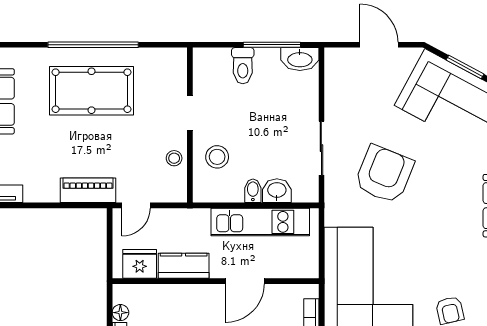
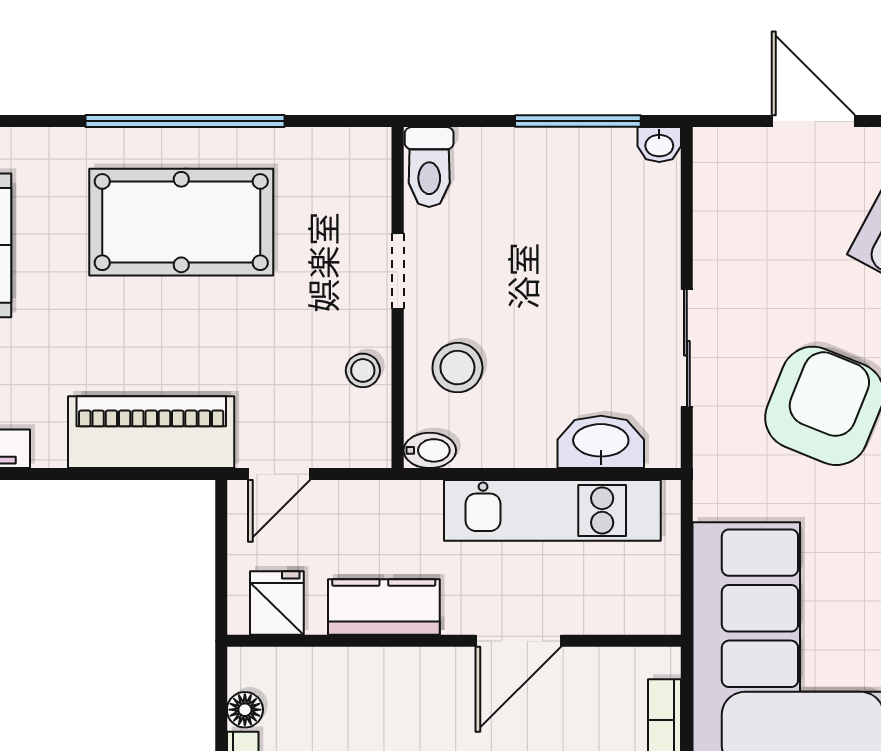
washbasin: (300, 59) -> (659, 145), width x0.52, depth x0.69
toilet: (243, 66) -> (429, 167), moved
piano: (88, 190) -> (151, 432), width x1.37, depth x1.33
bidet: (253, 191) -> (430, 450), moved, turned 90
washbasin: (277, 191) -> (601, 442), width x1.38
fridge: (140, 264) -> (277, 603), width x0.72

